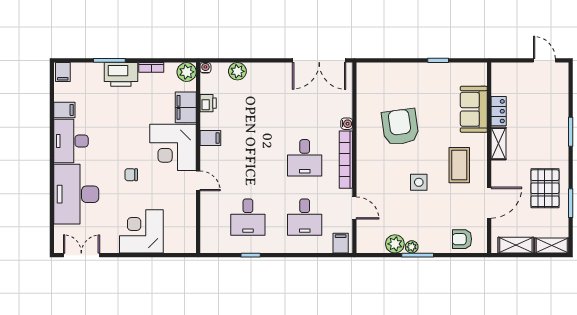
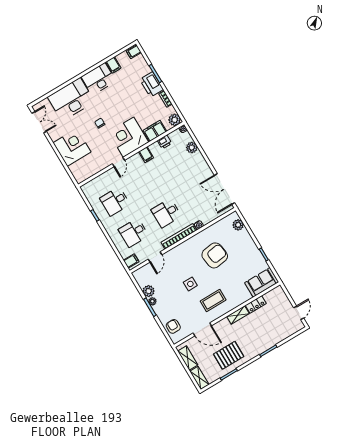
plant: (378, 71) -> (238, 225), added
sofa: (474, 109) -> (262, 282), moved

